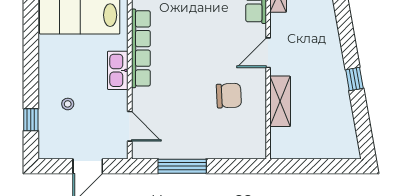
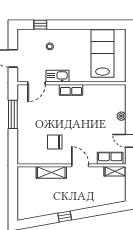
row of seats: (141, 48) -> (71, 90), width x0.50
kitchen sink: (118, 70) -> (57, 76), moved
chair: (229, 96) -> (55, 142), turned 93

